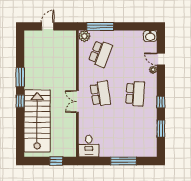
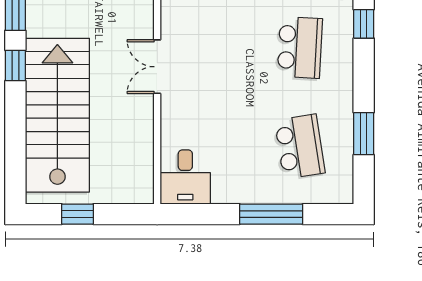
school desk: (100, 94) -> (300, 147), moved
window: (161, 102) -> (364, 24), moved
window: (56, 161) -> (77, 214), moved

